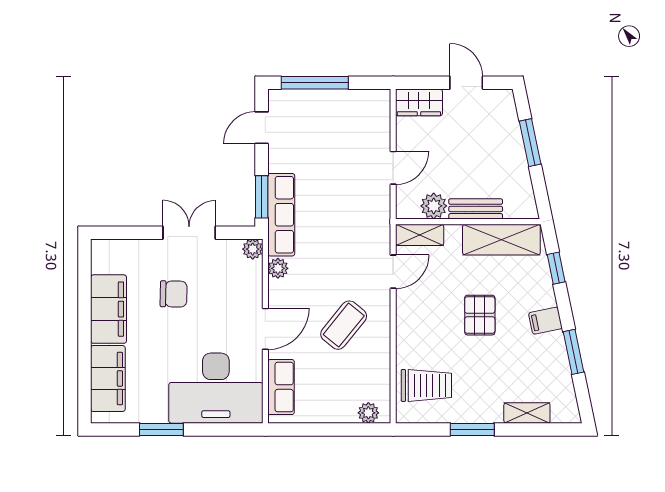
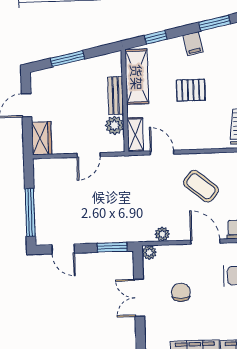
door: (393, 168) -> (89, 155), swing flipped
row of seats: (281, 215) -> (124, 233), removed
chair: (174, 294) -> (181, 292), moved

